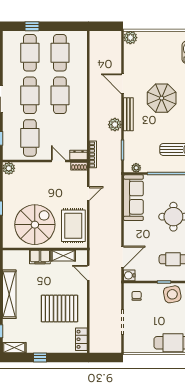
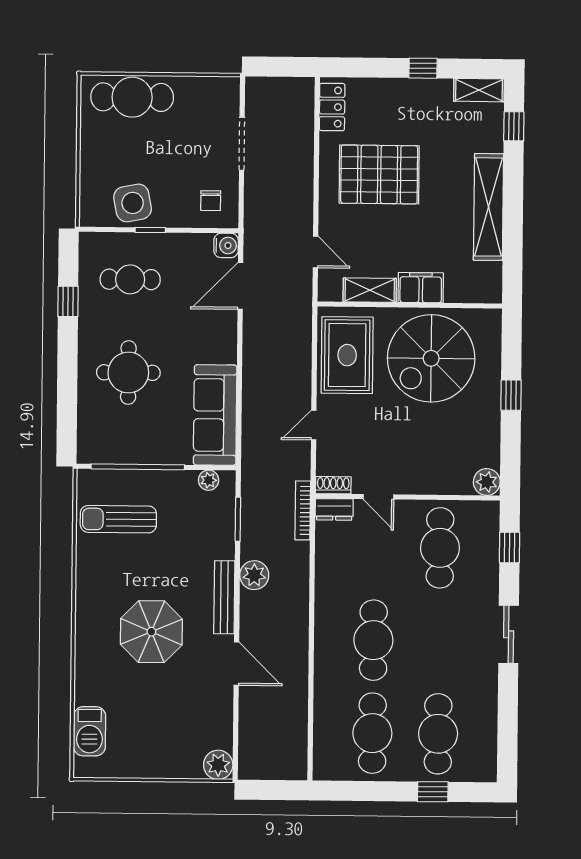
cafe table: (30, 95) -> (439, 641), removed

